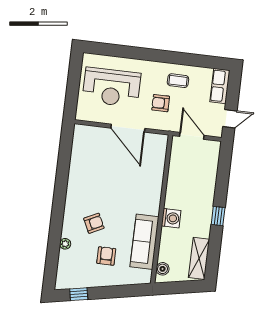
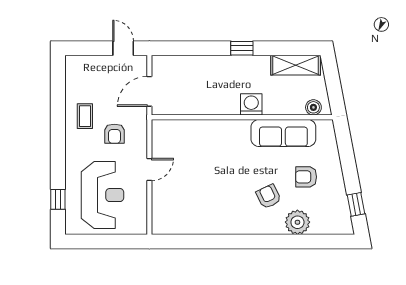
window: (112, 50) -> (58, 199), added
row of seats: (220, 86) -> (85, 65), removed
door: (128, 128) -> (149, 170), width x0.53
plant: (65, 244) -> (297, 222), width x1.88, depth x1.88

